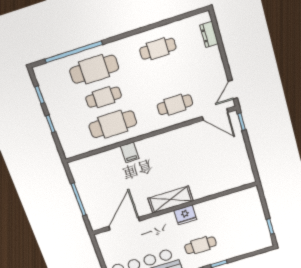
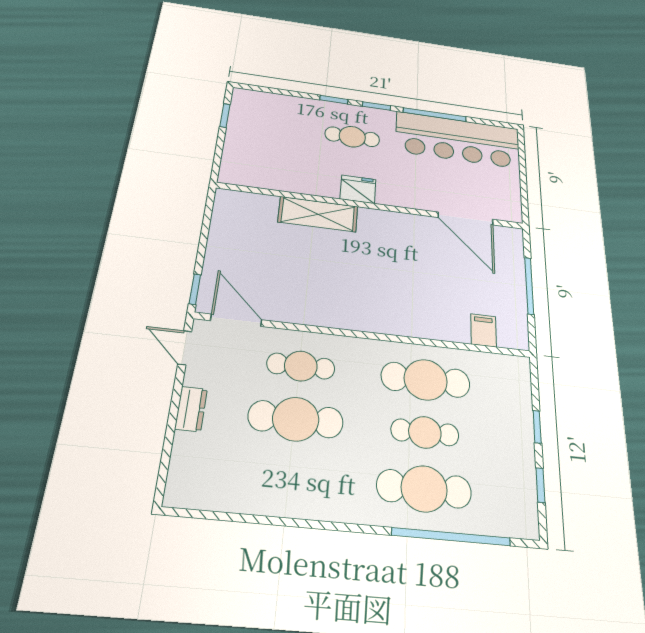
dresser: (209, 34) -> (191, 409), moved
cafe table: (158, 49) -> (296, 419), moved, width x1.37, depth x1.35
door: (233, 90) -> (185, 348), swing flipped
filing cabinet: (130, 152) -> (484, 330), moved
shelving: (171, 200) -> (318, 214), moved
door: (124, 224) -> (466, 218), hinge flipped

